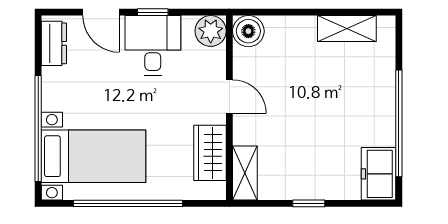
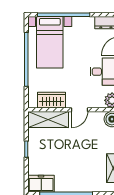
shelving: (245, 173) -> (48, 119), width x1.50, depth x1.33

